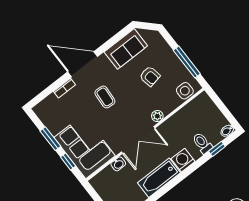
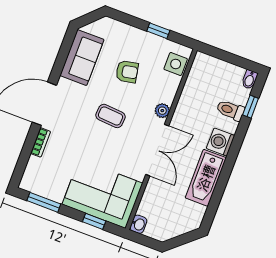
window: (187, 62) -> (158, 31), width x0.46
coffee table: (105, 97) -> (111, 116), moved
window: (50, 139) -> (44, 202), moved
washbasin: (118, 164) -> (138, 224), moved

